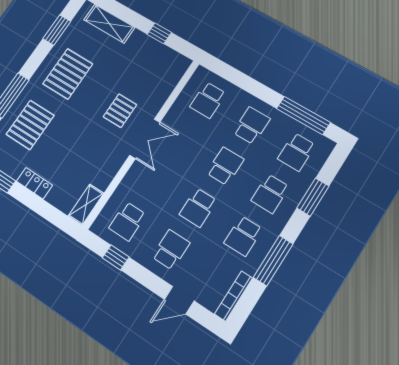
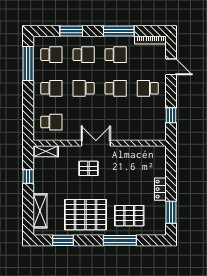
pallet: (68, 74) -> (86, 215), width x1.37, depth x1.41
school desk: (251, 126) -> (51, 88), turned 180
shelving: (86, 205) -> (46, 151), moved
school desk: (127, 221) -> (148, 122), removed

